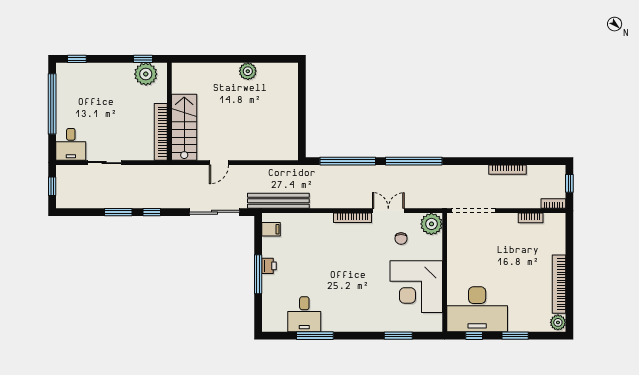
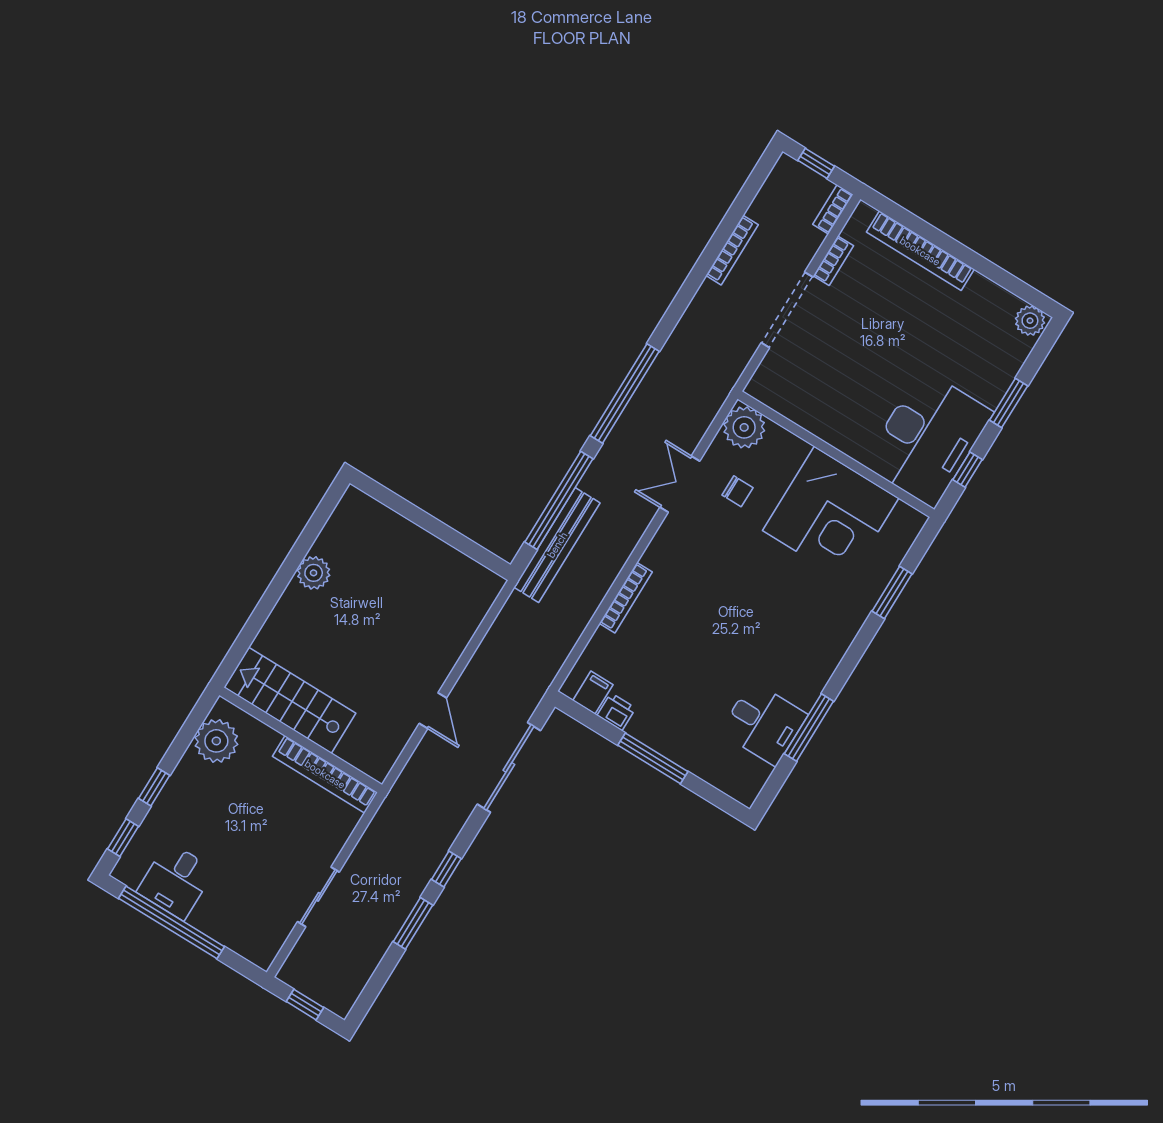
window: (143, 59) -> (154, 787), moved
stairs: (184, 127) -> (290, 700), moved
desk: (71, 144) -> (176, 881), moved, turned 90
bench: (278, 201) -> (557, 545), moved
doorway: (474, 211) -> (787, 310), moved
bookcase: (353, 218) -> (626, 598), moved
printer: (269, 266) -> (616, 712), moved
bookcase: (559, 284) -> (920, 251), moved

